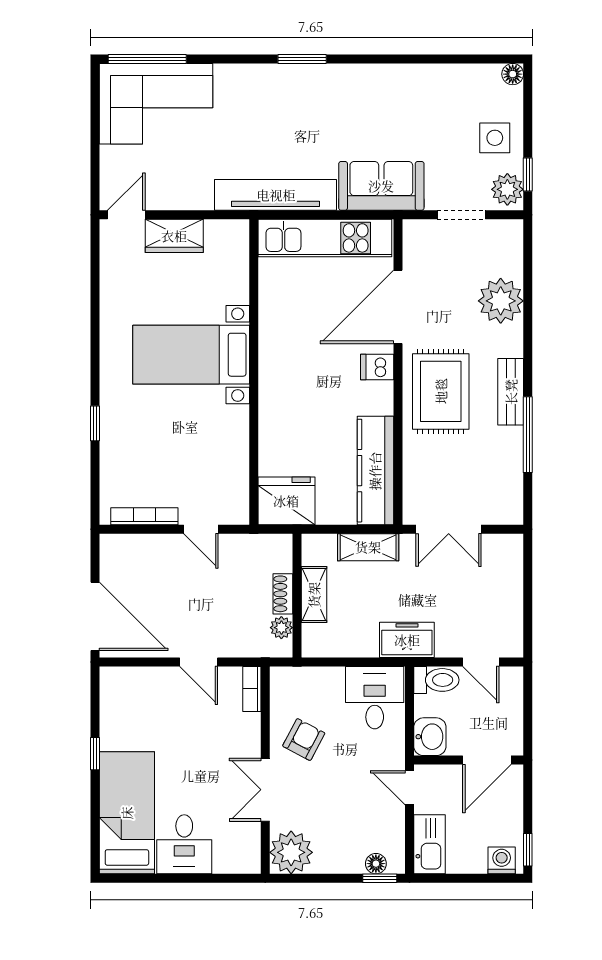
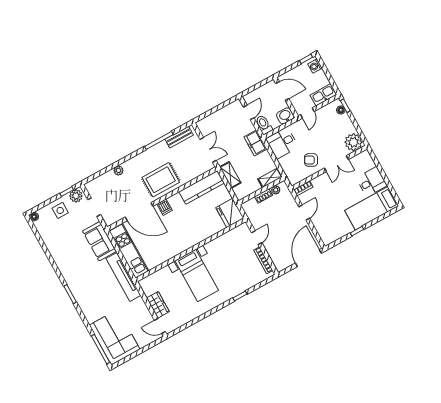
plant: (501, 301) -> (118, 170), width x0.53, depth x0.53
bench: (511, 392) -> (179, 137), moved
shelving: (314, 595) -> (270, 178), moved

